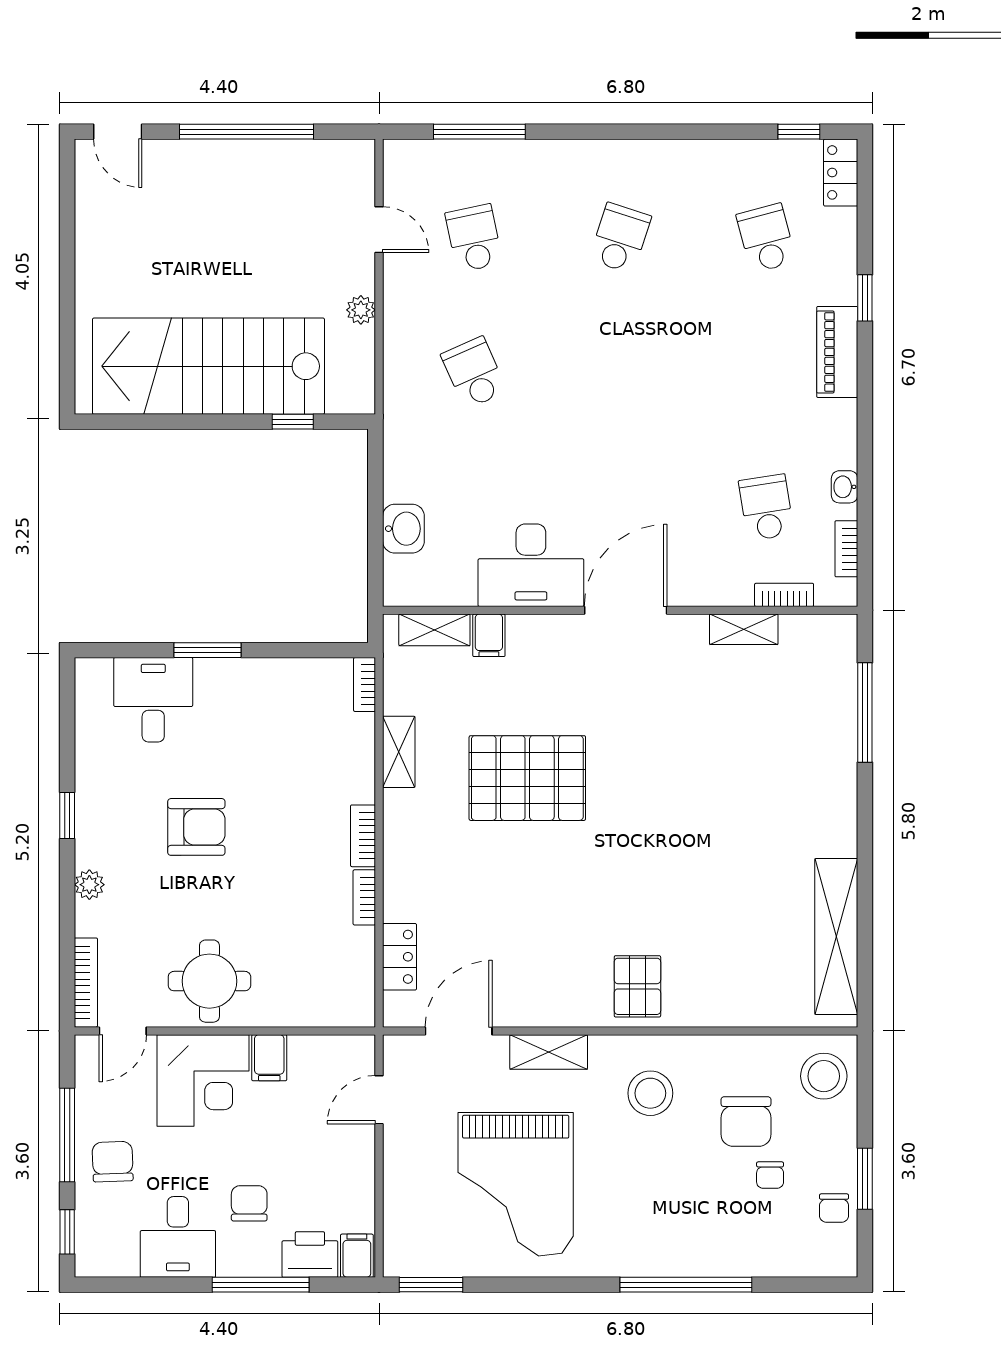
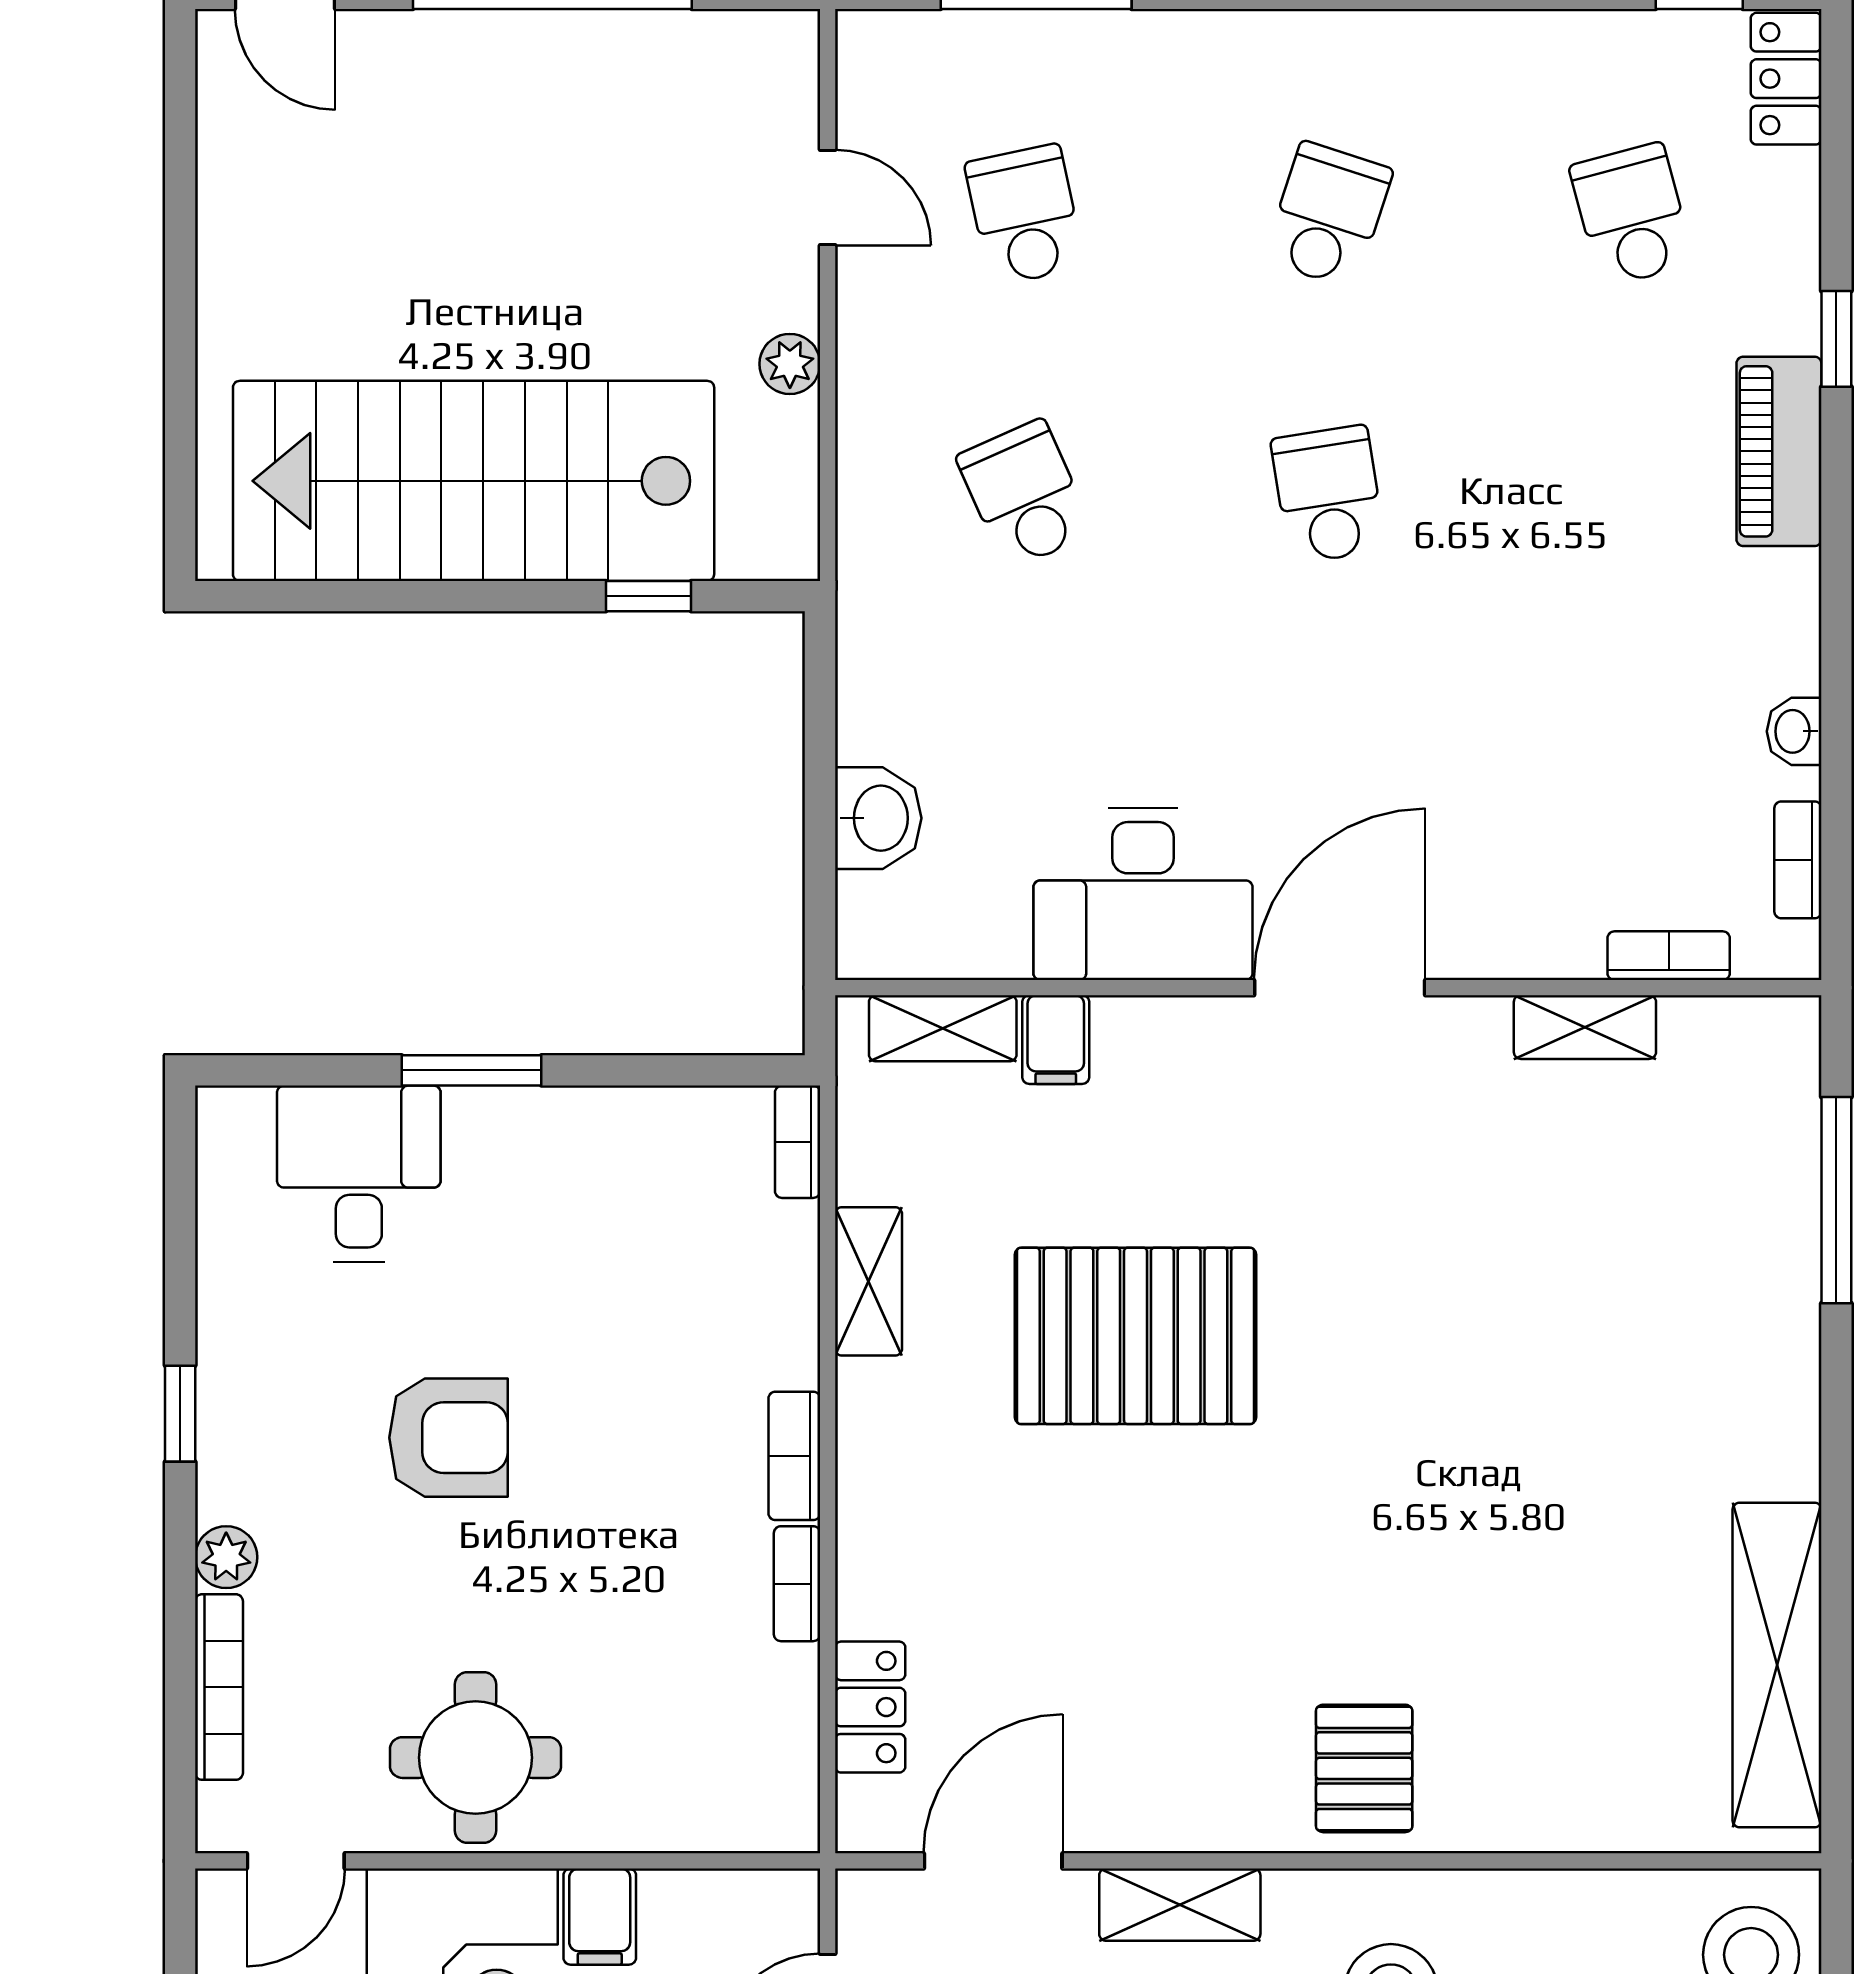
school desk: (766, 507) -> (1328, 494), moved
bookcase: (86, 983) -> (219, 1687), moved

